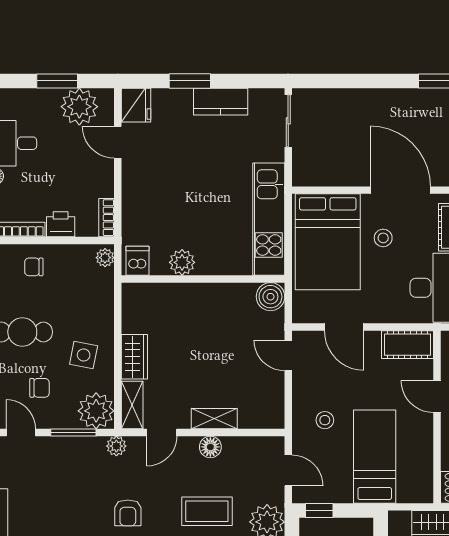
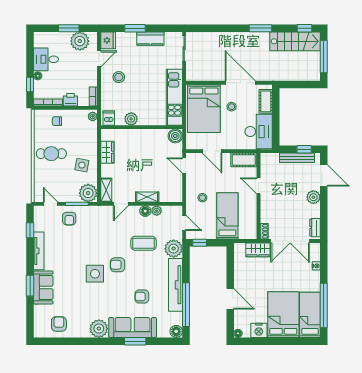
door: (118, 142) -> (99, 59), swing flipped
stool: (157, 179) -> (119, 77), added
wardrobe: (134, 357) -> (107, 152), moved
chair: (40, 388) -> (60, 182), removed
plant: (116, 446) -> (157, 211), moved
armchair: (128, 513) -> (69, 219), moved

